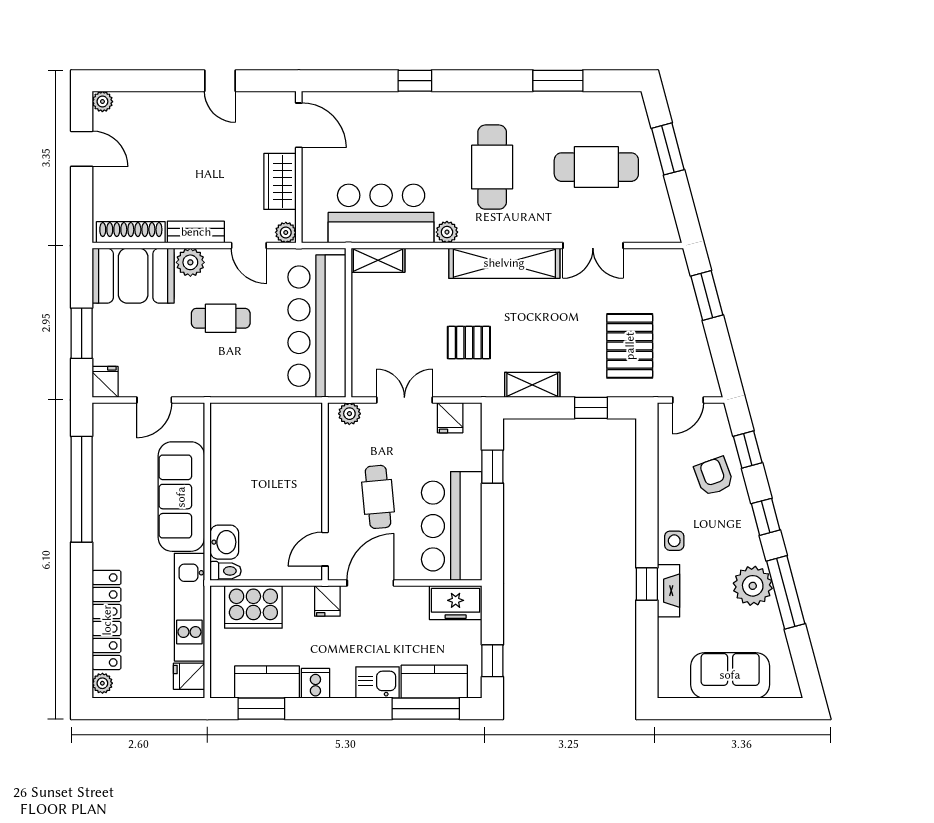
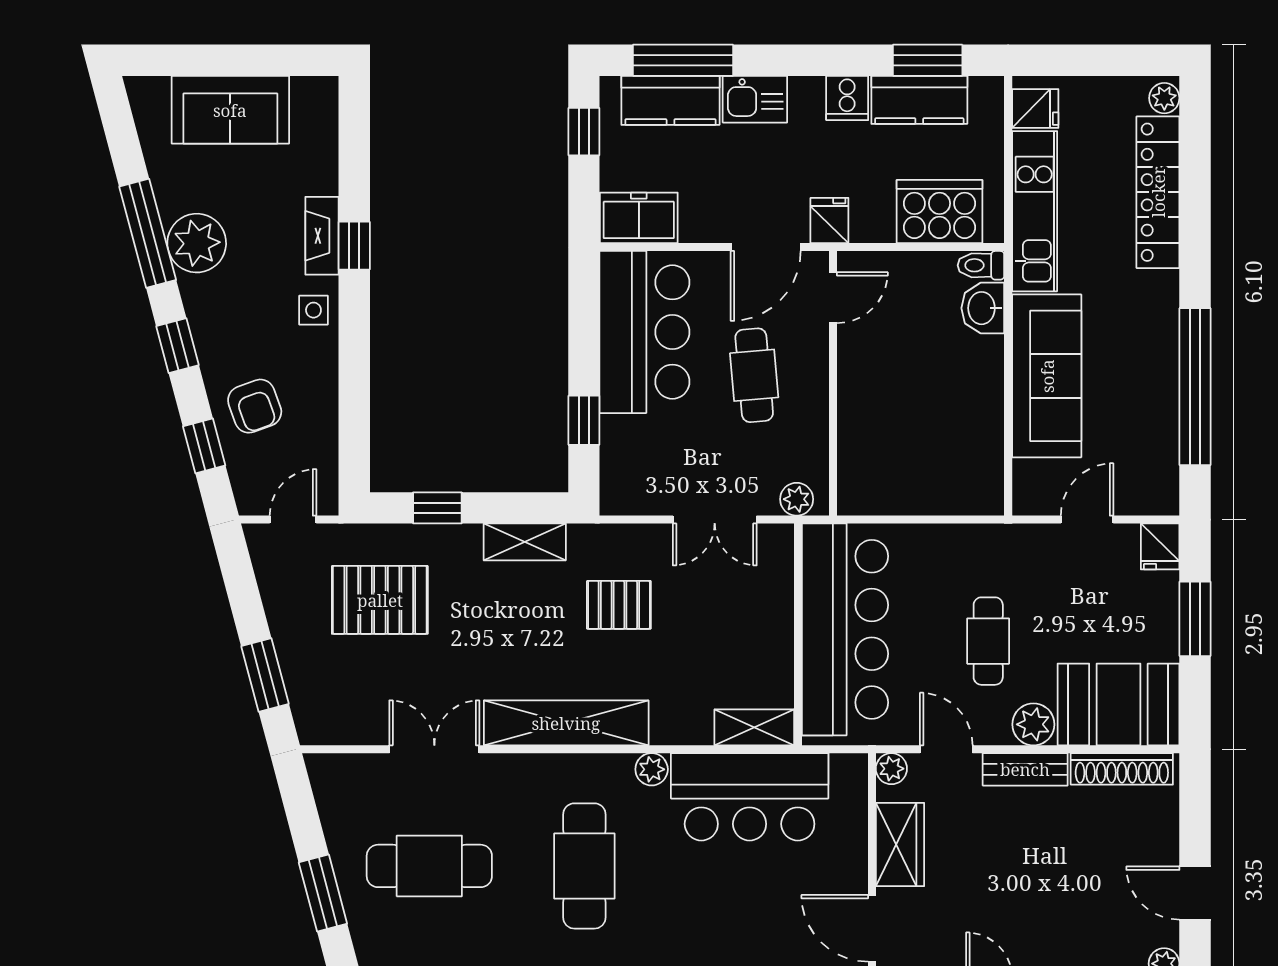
cafe table: (221, 318) -> (988, 641), turned 90
pallet: (630, 346) -> (380, 600), turned 90
fridge: (450, 418) -> (647, 493), removed

